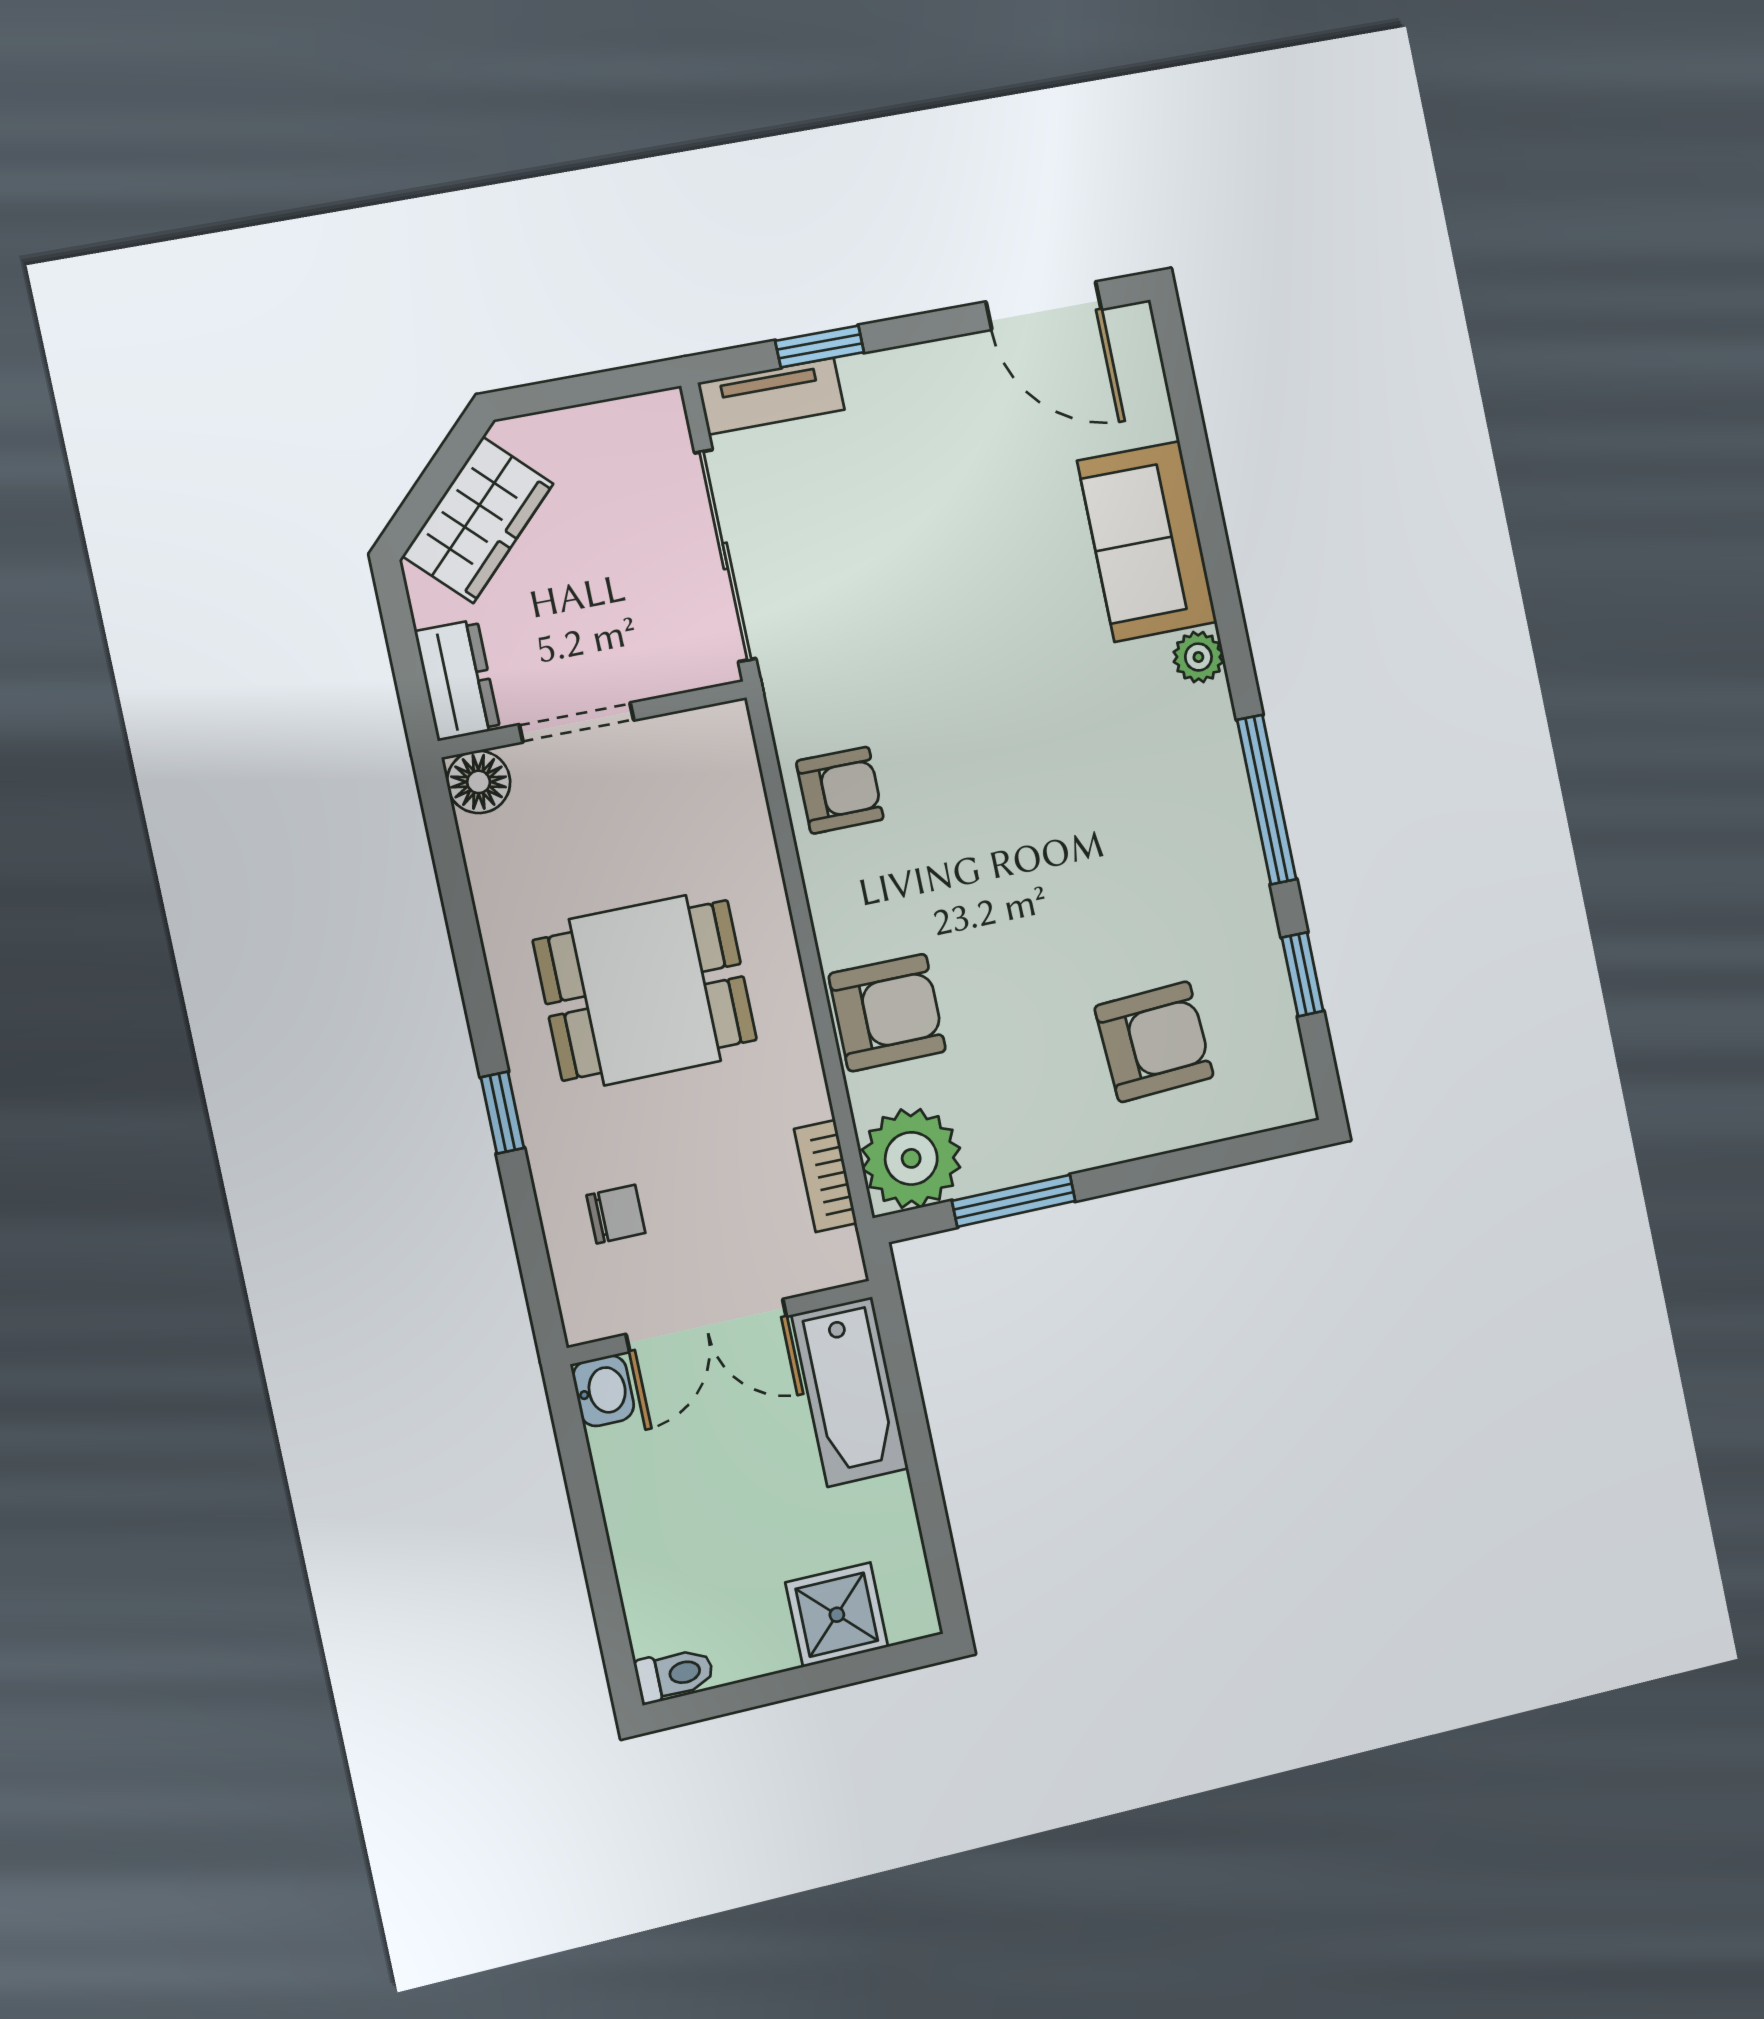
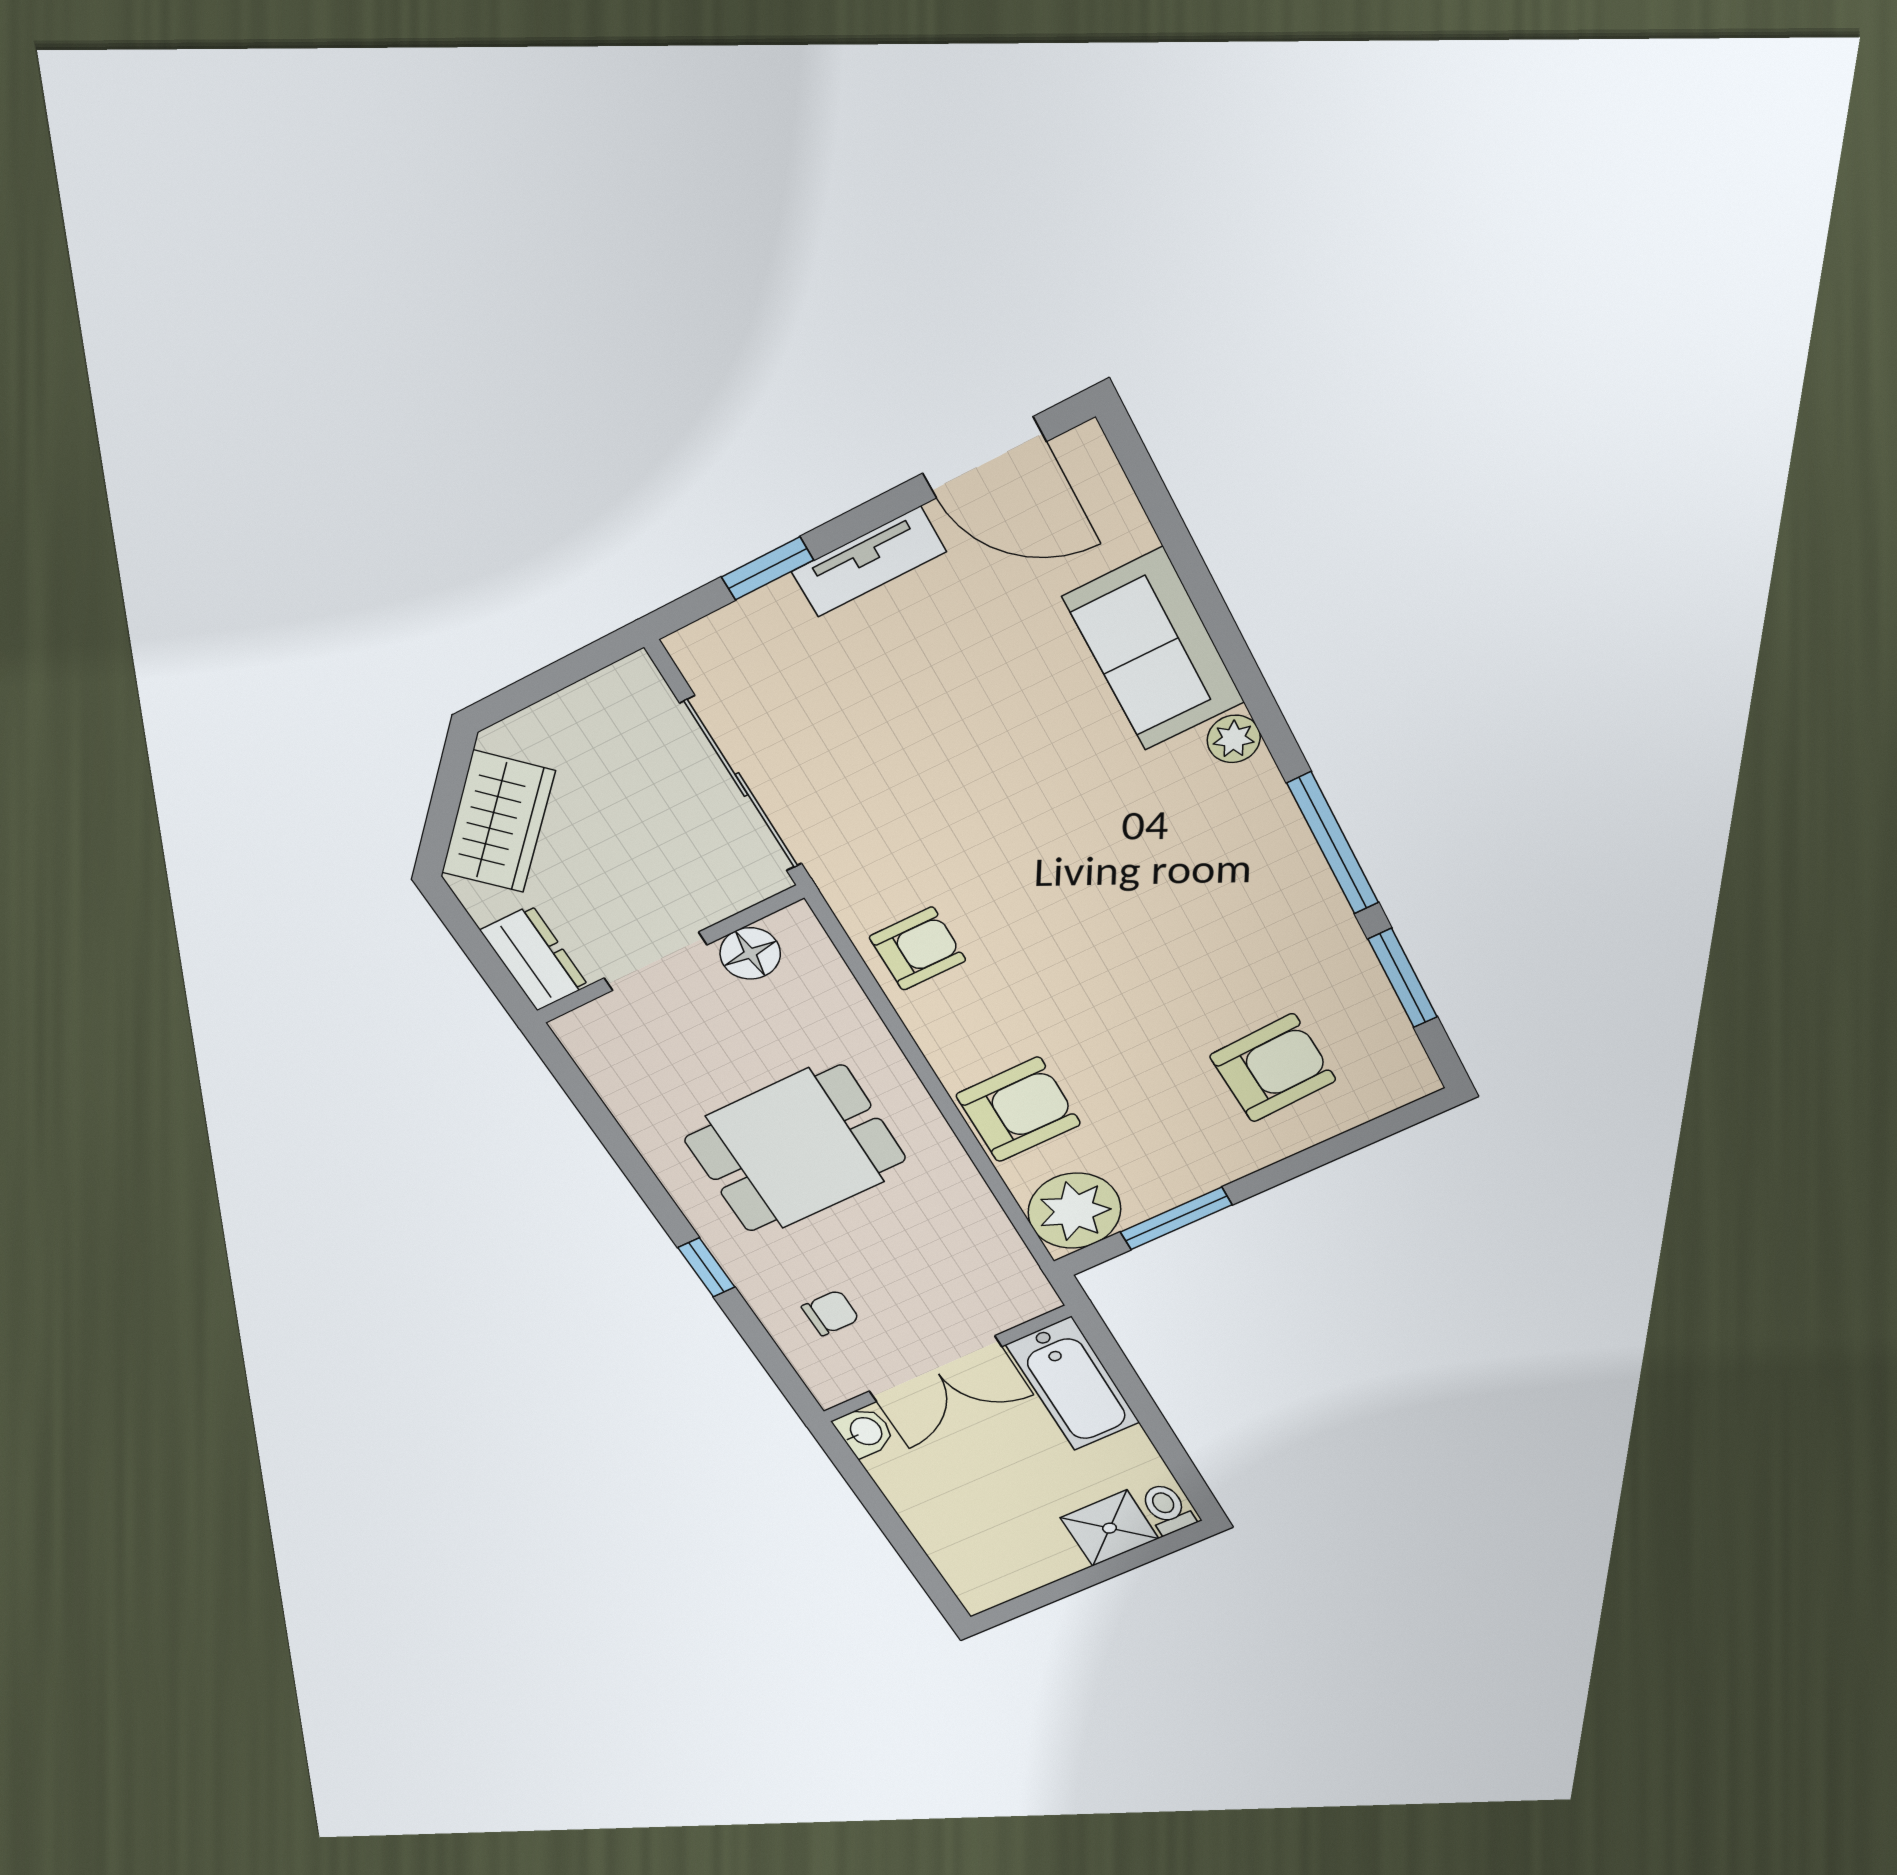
tv unit: (771, 396) -> (869, 562), moved
floor lamp: (479, 782) -> (750, 953), moved
window: (1303, 974) -> (1403, 978), width x1.50
bookcase: (826, 1176) -> (1002, 1242), removed
toilet: (674, 1675) -> (1167, 1509), moved, turned -90

